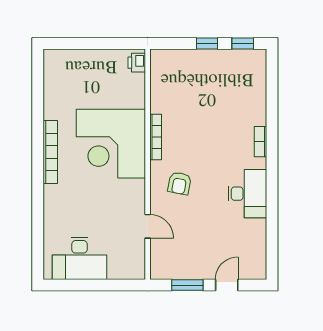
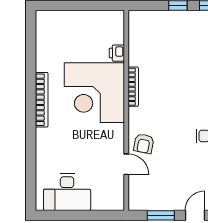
printer: (137, 63) -> (117, 53), moved
armchair: (179, 183) -> (144, 144), moved

